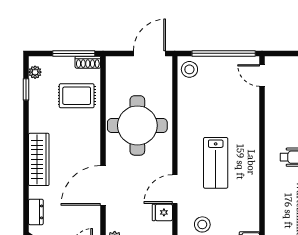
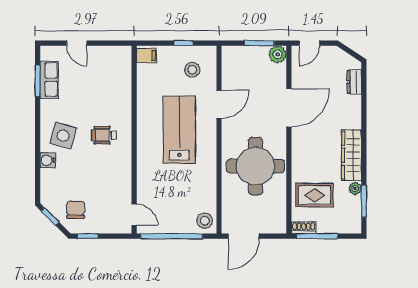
plant: (35, 72) -> (355, 188), moved
window: (26, 89) -> (364, 201), width x1.50
wardrobe: (39, 159) -> (351, 155), moved
lab bench: (216, 163) -> (179, 130), width x1.36, depth x1.39
fridge: (162, 212) -> (231, 81), removed

